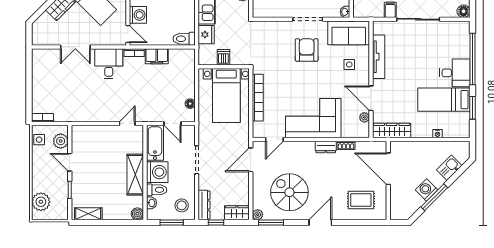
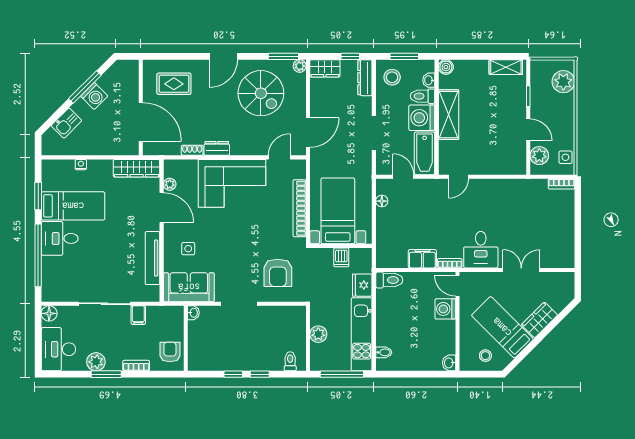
armchair: (307, 50) -> (278, 273), moved

